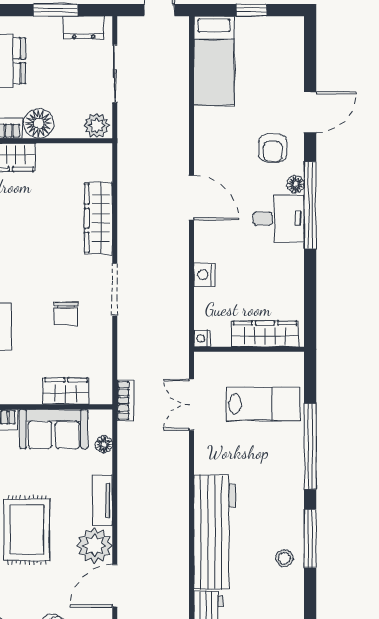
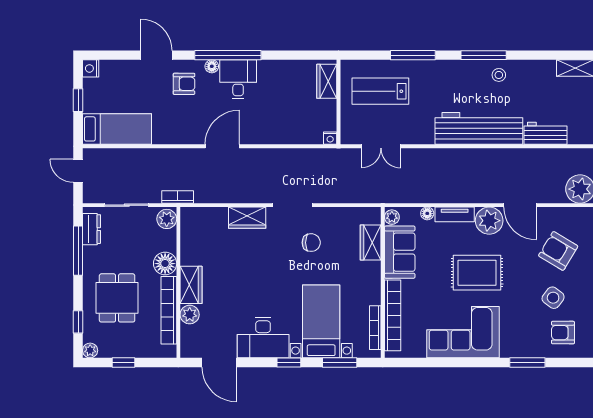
window: (55, 10) -> (78, 251), width x1.44
wardrobe: (98, 218) -> (247, 218), width x0.67
nightstand: (204, 275) -> (91, 68), moved, turned 90
wardrobe: (265, 334) -> (327, 81), width x0.67
bookcase: (125, 400) -> (178, 197), moved
lab bench: (263, 404) -> (380, 91), turned -90
plant: (99, 419) -> (392, 217), added
floor lamp: (104, 444) -> (427, 213), moved
window: (310, 446) -> (413, 55), width x0.68

